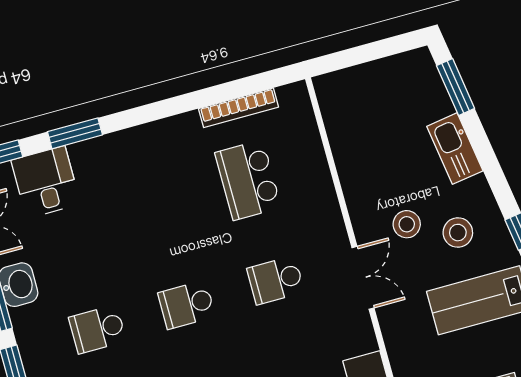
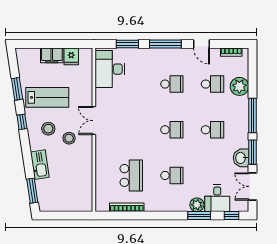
plant: (87, 156) -> (197, 205), added
school desk: (276, 280) -> (172, 175), moved

